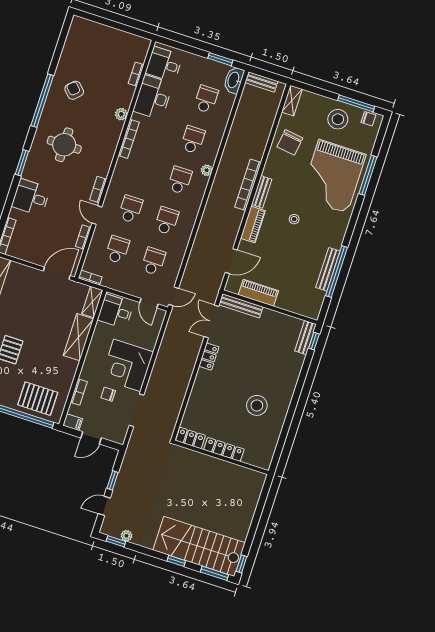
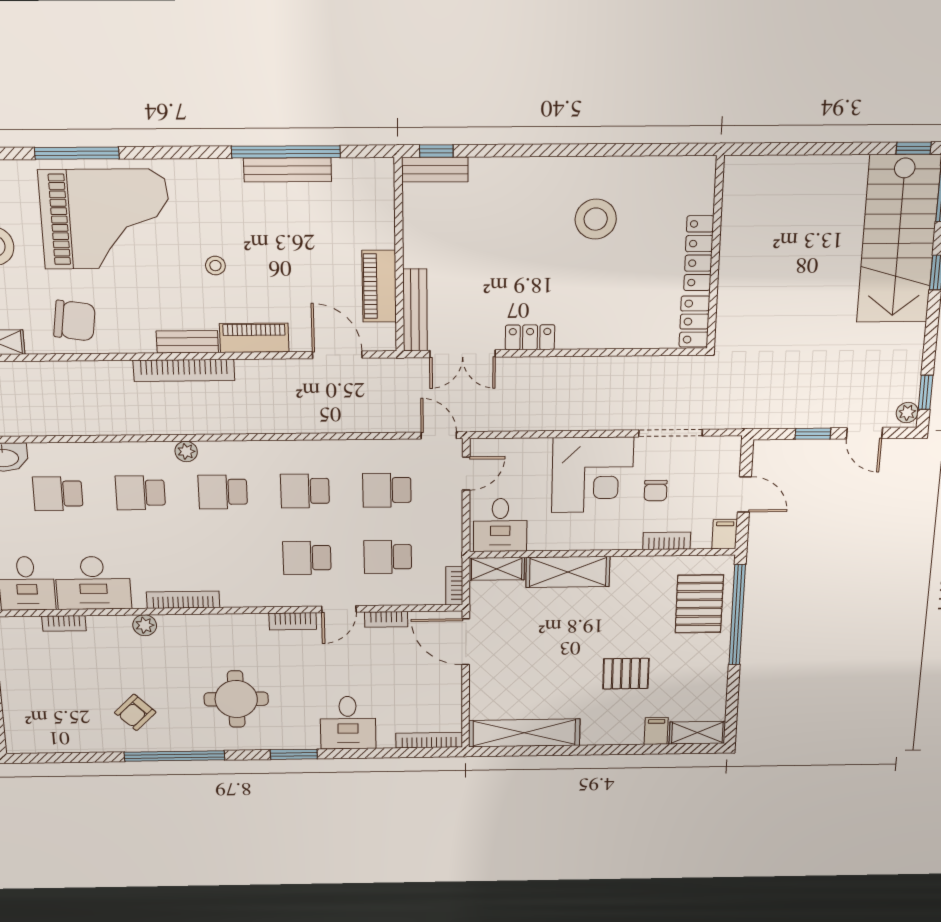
plant: (127, 536) -> (907, 413), moved

